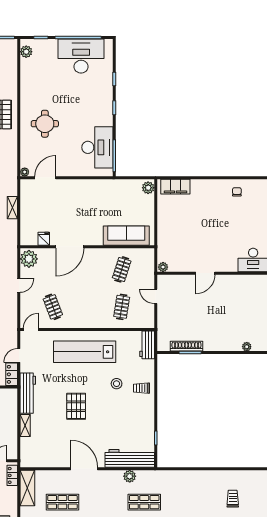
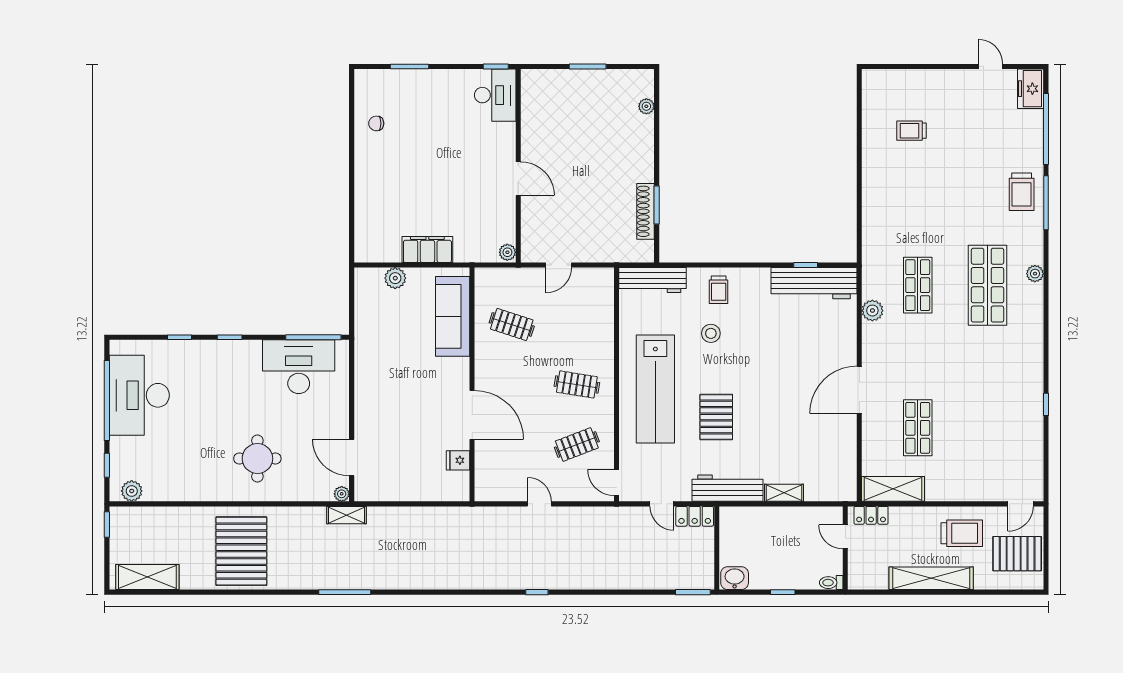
filing cabinet: (175, 187) -> (427, 250), moved, turned -90
plant: (148, 188) -> (395, 278), moved
shelving: (12, 208) -> (346, 515), moved
plant: (29, 259) -> (493, 486), removed
clothes rail: (122, 307) -> (577, 384), moved
workbench: (147, 345) -> (653, 280), width x1.38
pallet: (76, 406) -> (716, 417), moved, turned 90
workbench: (130, 458) -> (814, 283), moved, turned -90

